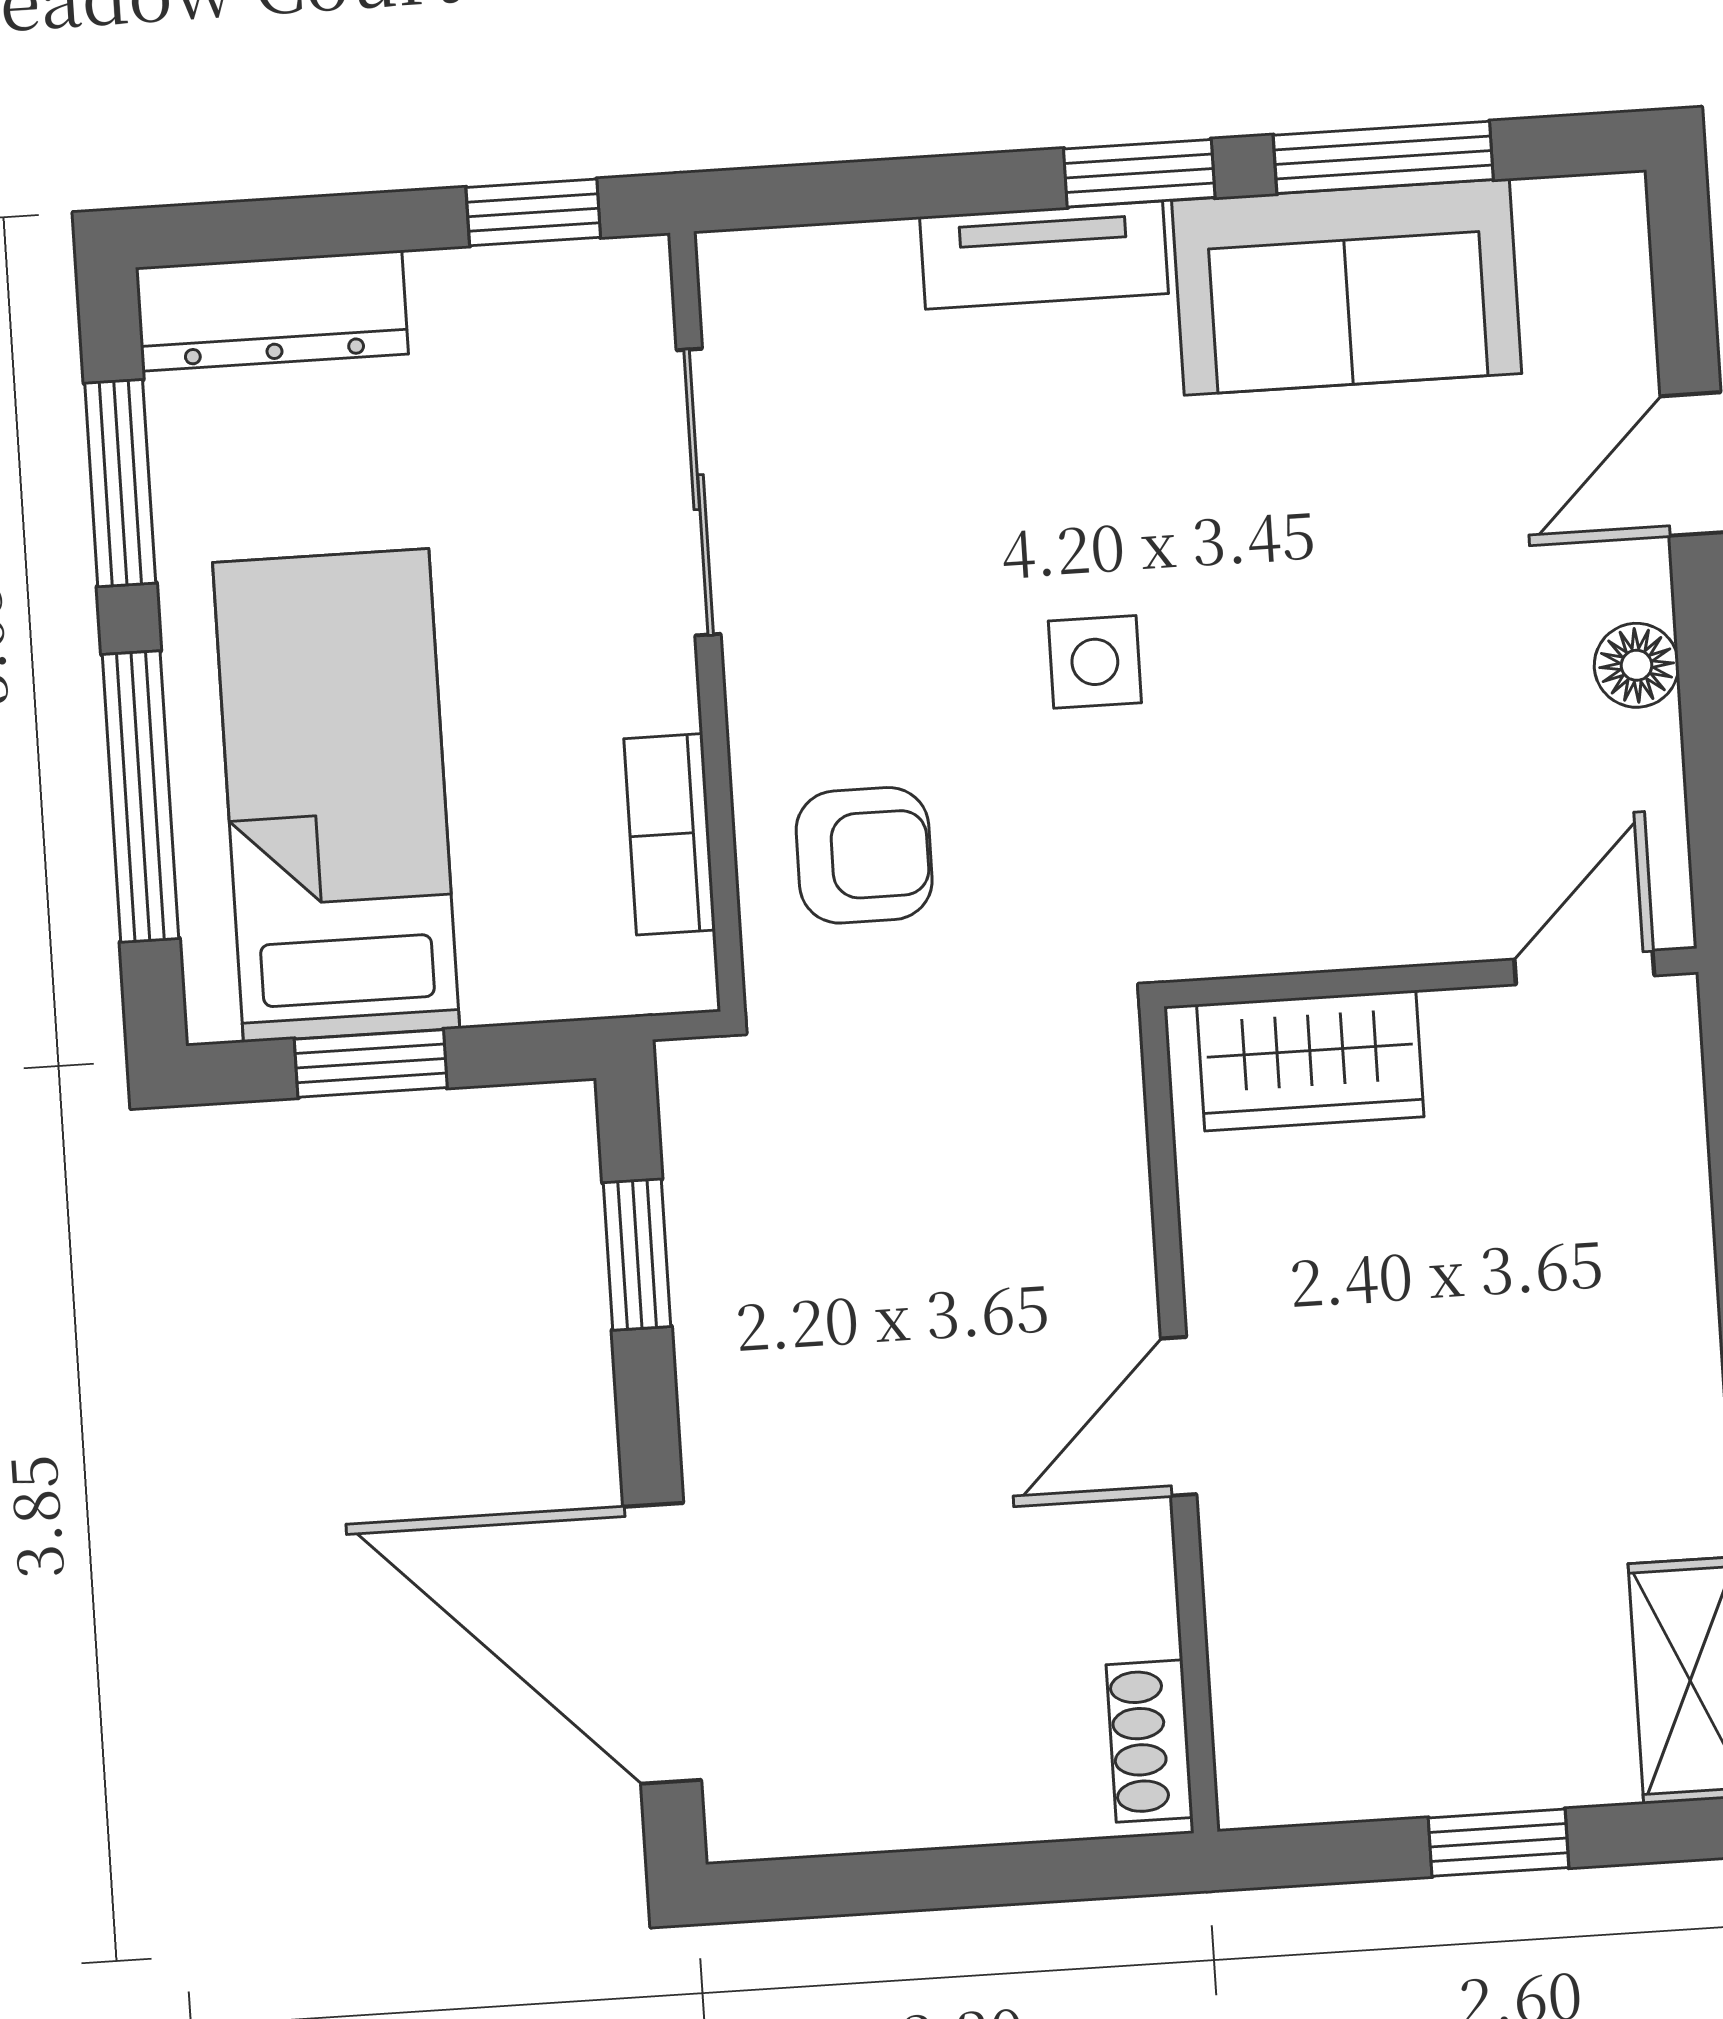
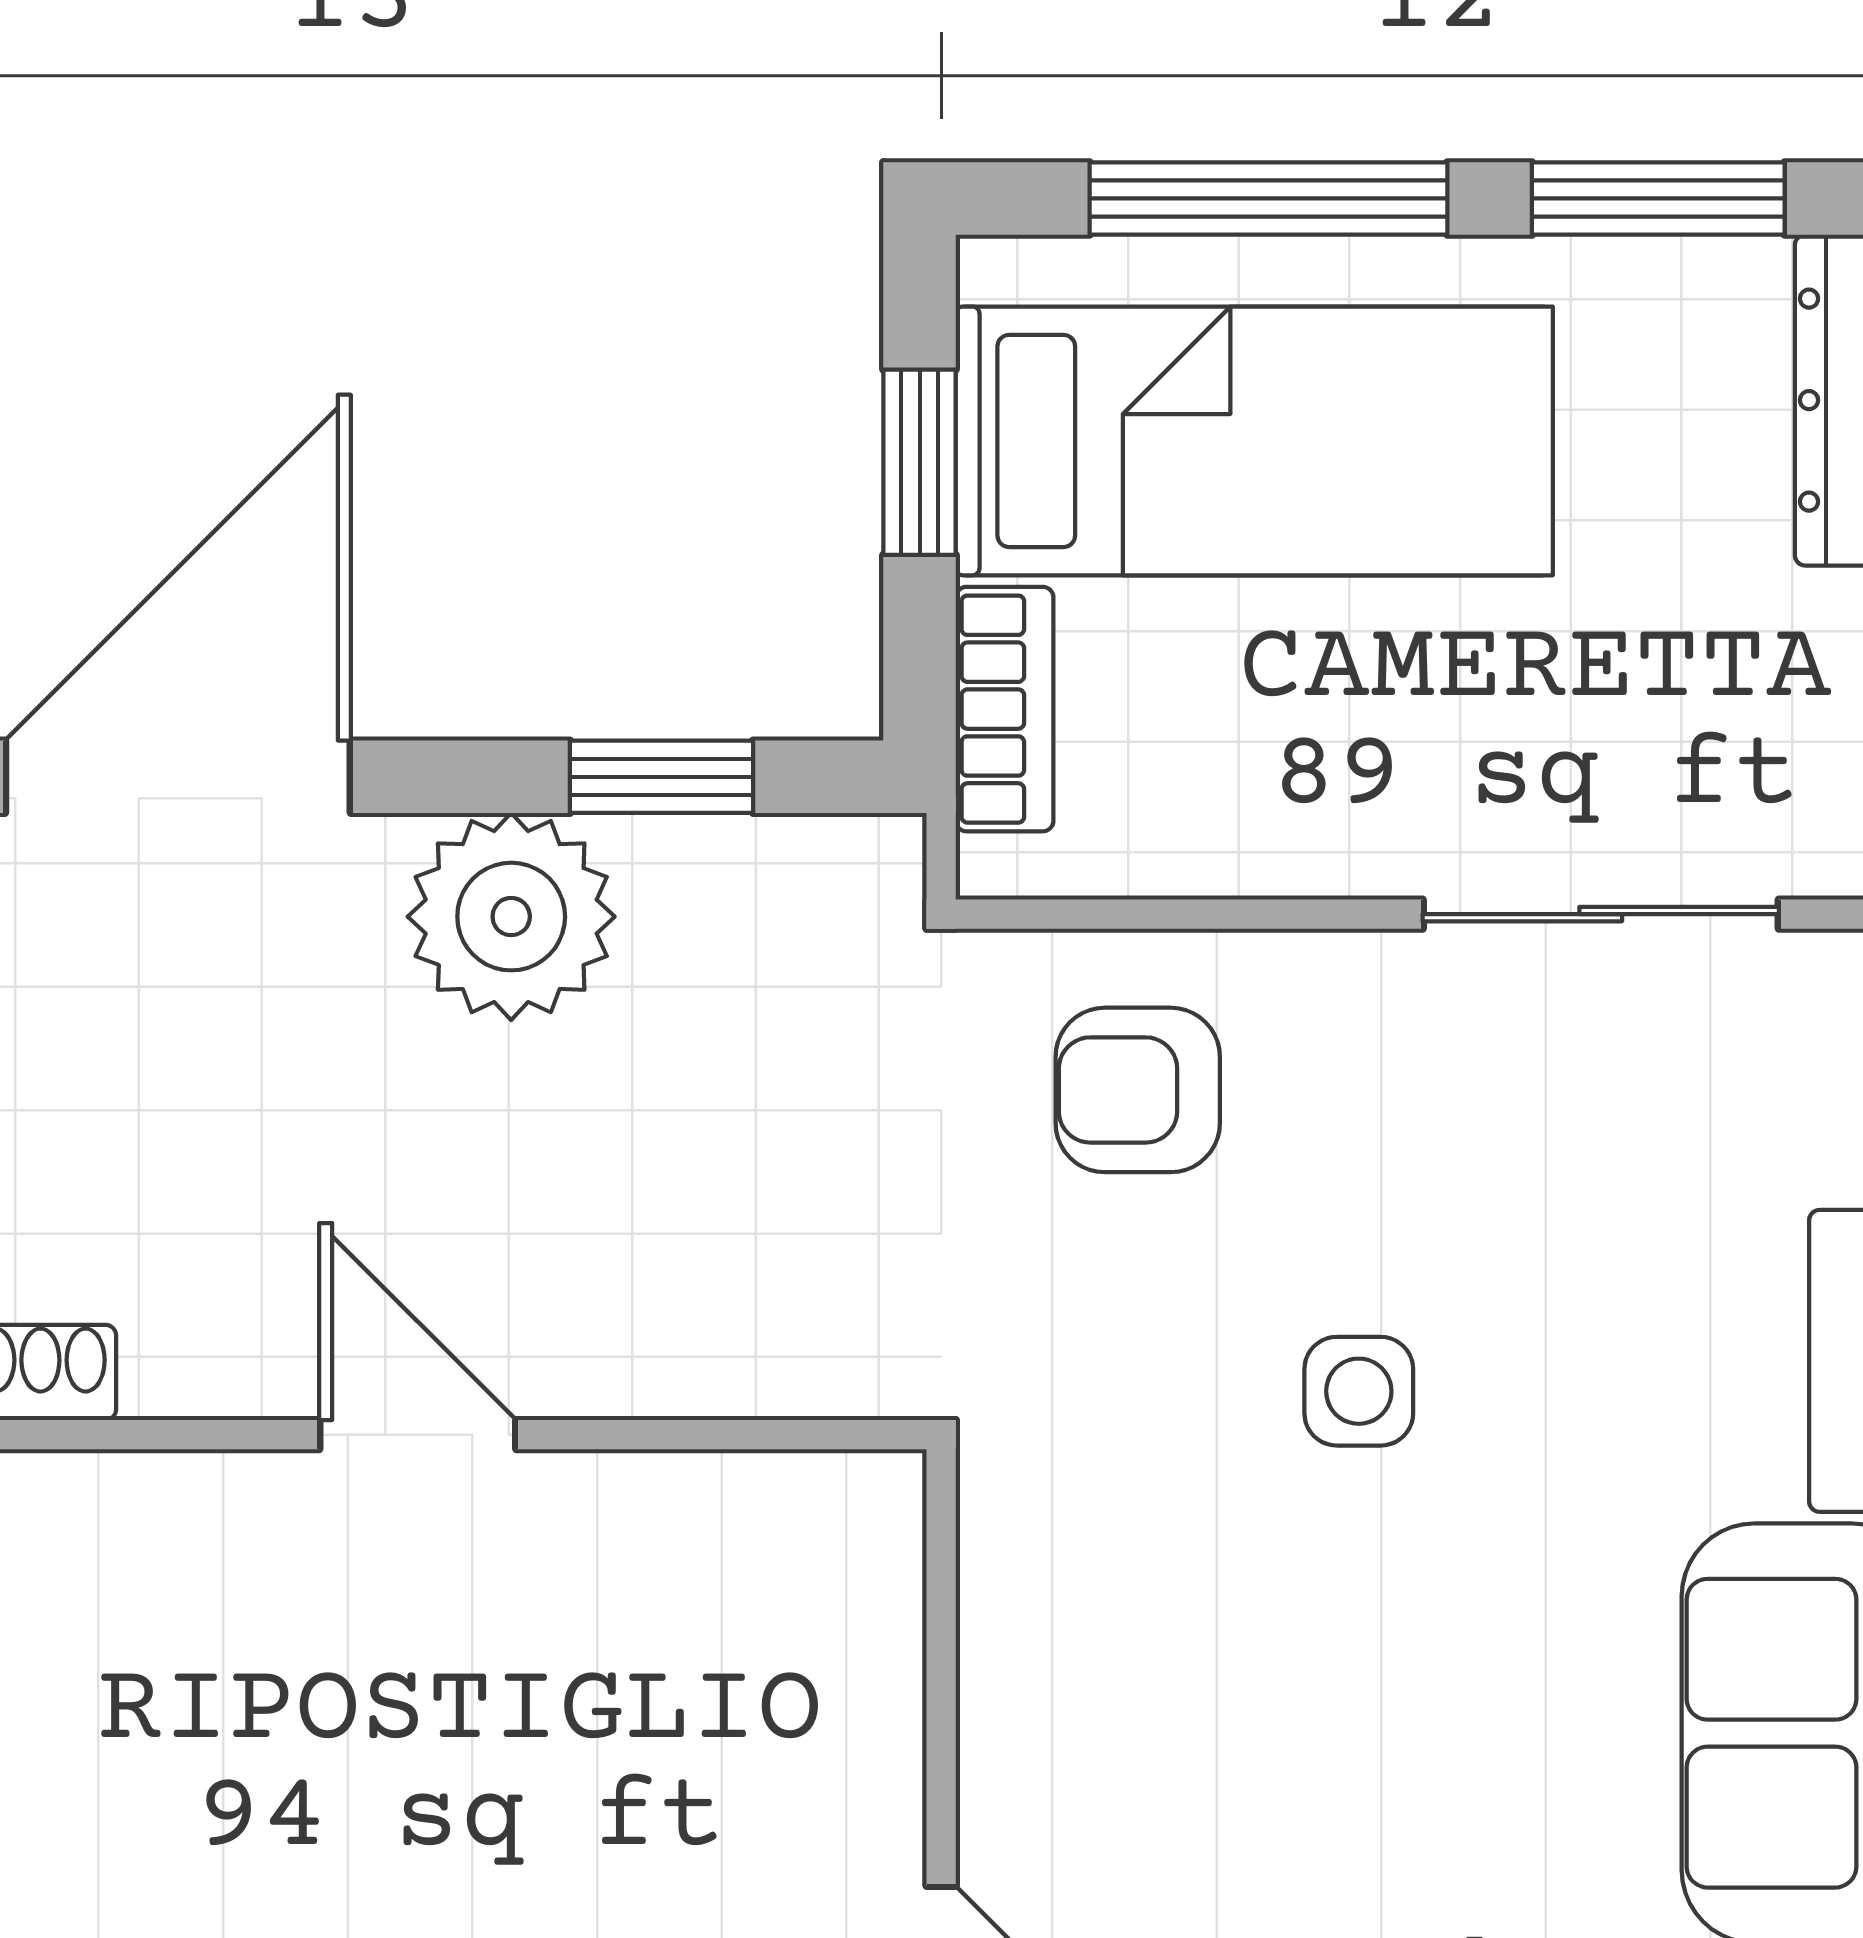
bookcase: (670, 834) -> (1005, 709), moved, turned 90
armchair: (864, 855) -> (1138, 1090), turned 90
wardrobe: (1310, 1061) -> (848, 1626), removed
plant: (757, 1368) -> (511, 917), added

